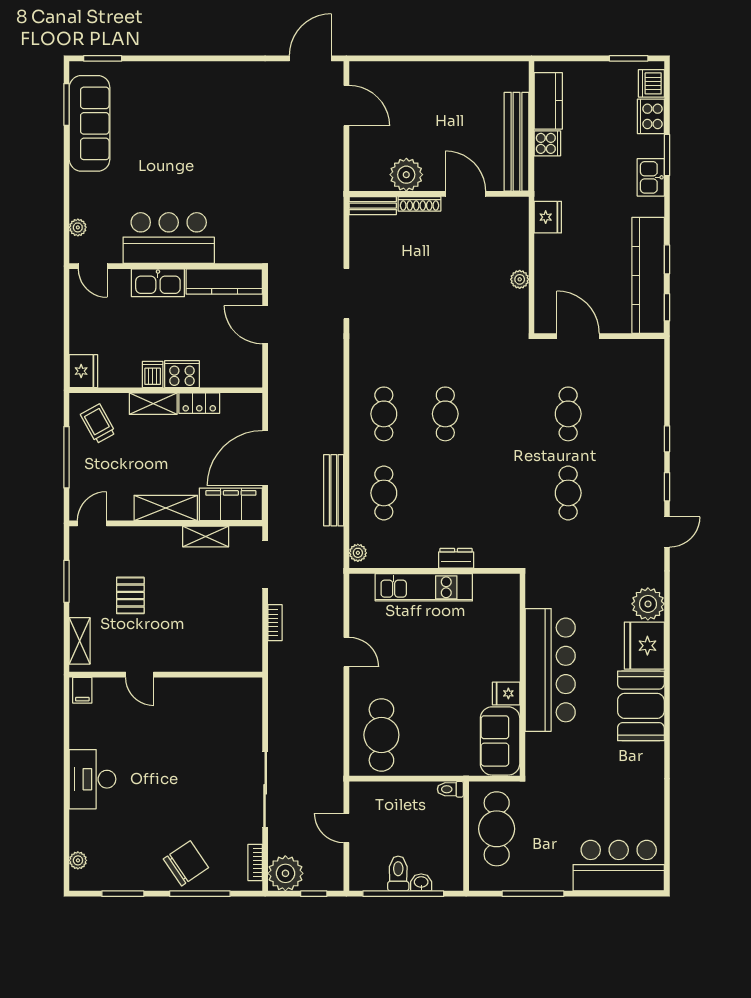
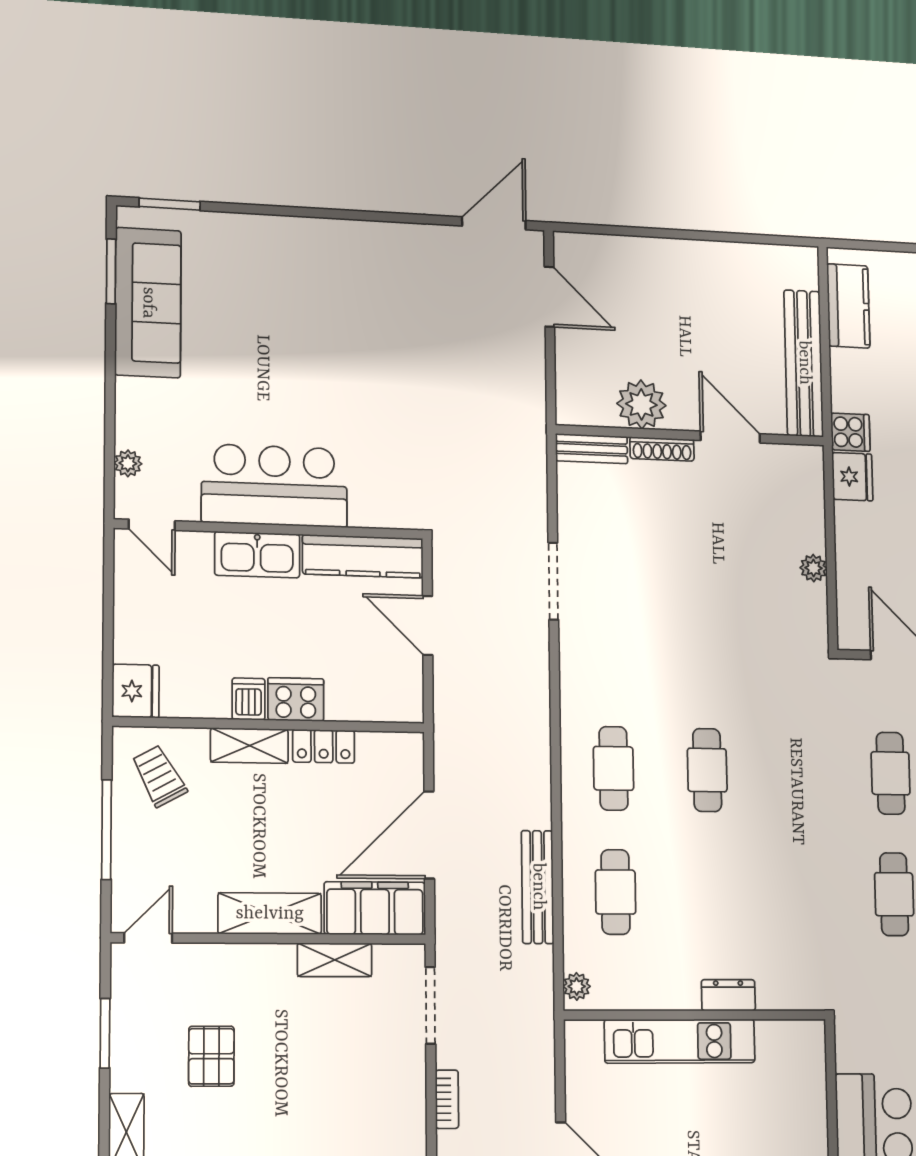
cooker: (547, 143) -> (850, 432), moved

